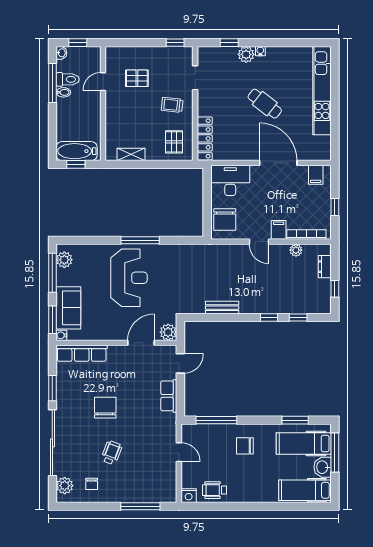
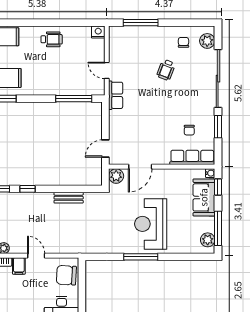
chair: (225, 219) -> (66, 275), turned -87
window: (52, 320) -> (218, 187), width x0.67
row of seats: (169, 396) -> (116, 95), moved
chair: (105, 408) -> (189, 130), moved, width x0.54, depth x0.54
chair: (245, 446) -> (49, 76), removed
wheelchair: (214, 490) -> (52, 39), moved

